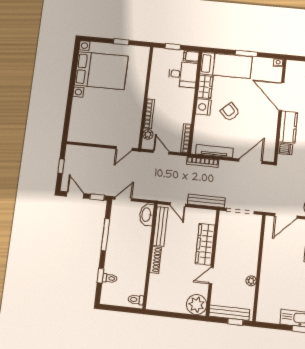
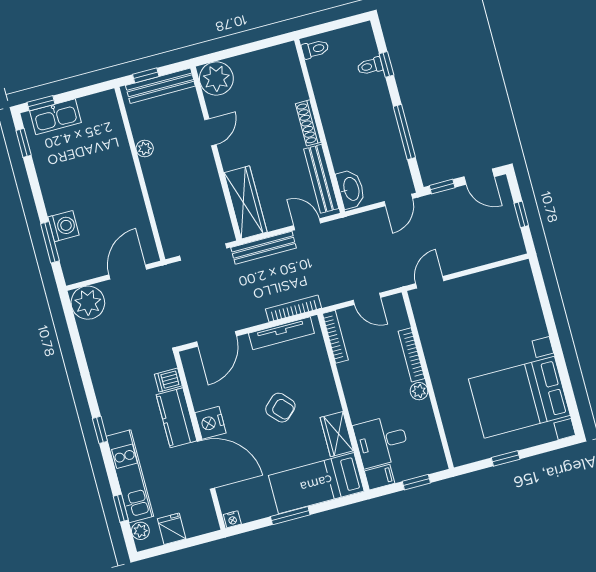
nightstand: (203, 107) -> (210, 423), moved, turned 180
plant: (148, 134) -> (419, 391), moved
wardrobe: (205, 244) -> (245, 202), moved

